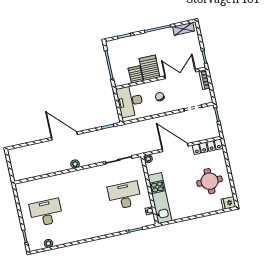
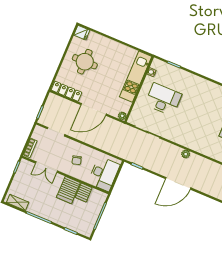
double door: (180, 74) -> (46, 167), width x0.73
door: (64, 136) -> (178, 183), hinge flipped
door: (175, 148) -> (94, 109), hinge flipped
desk: (124, 195) -> (163, 99), turned 180

